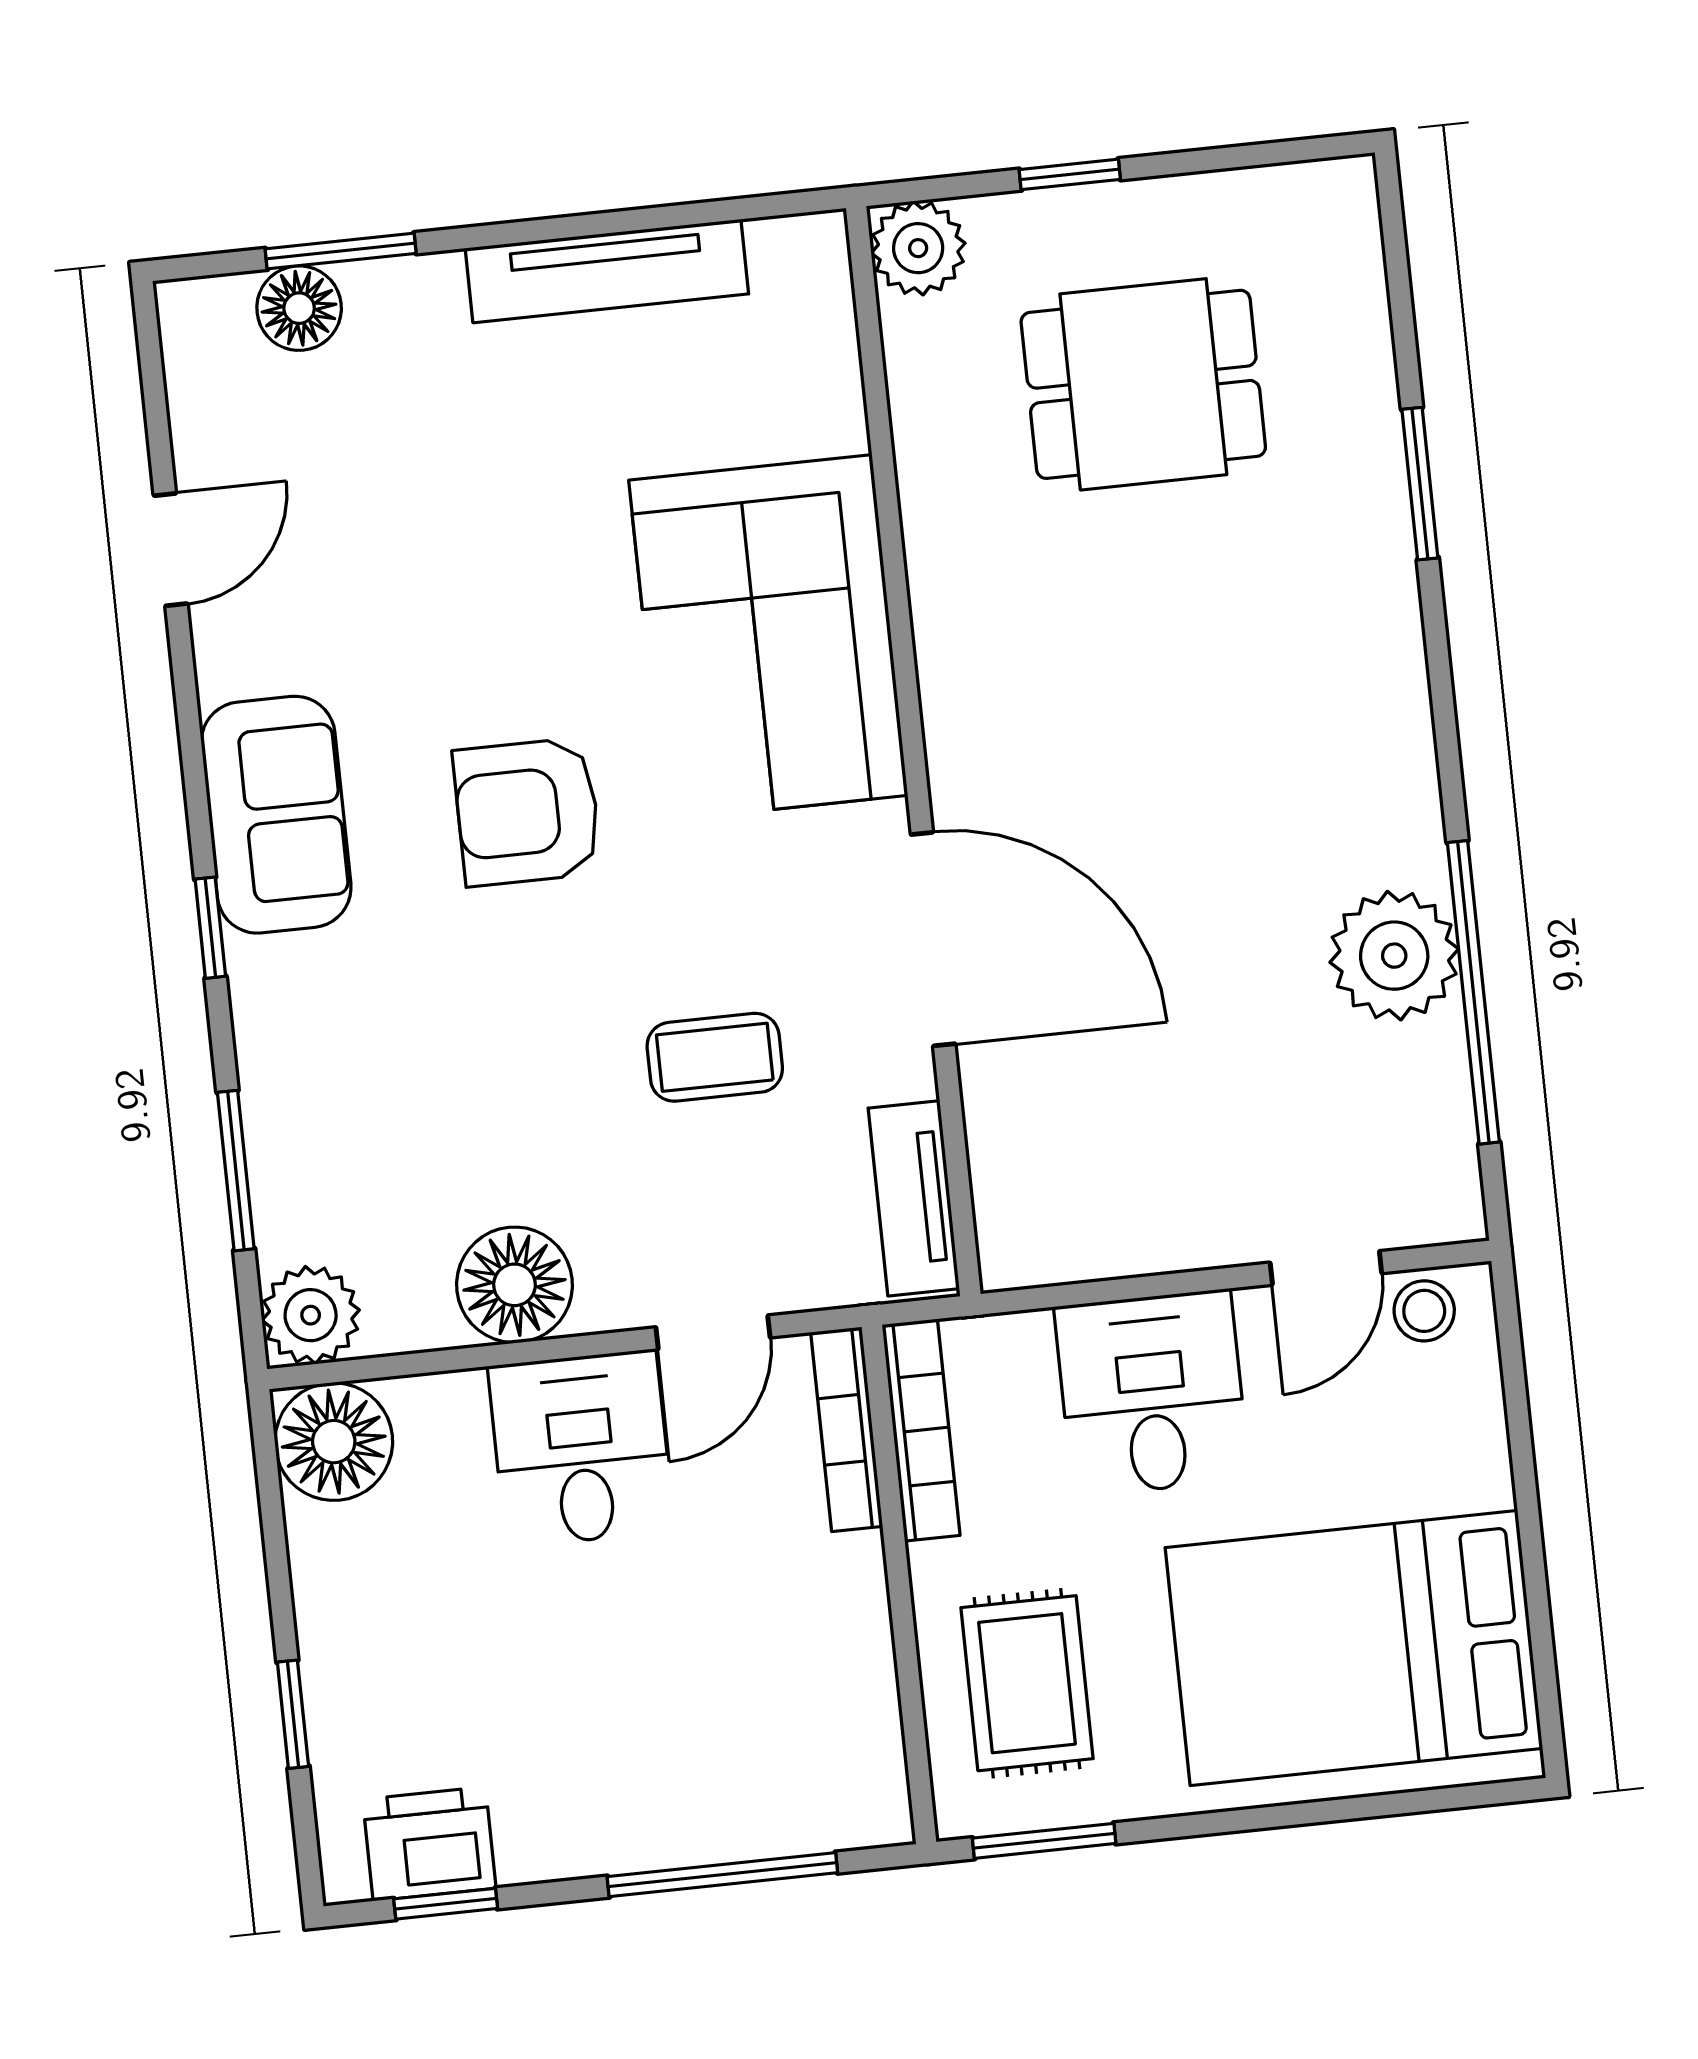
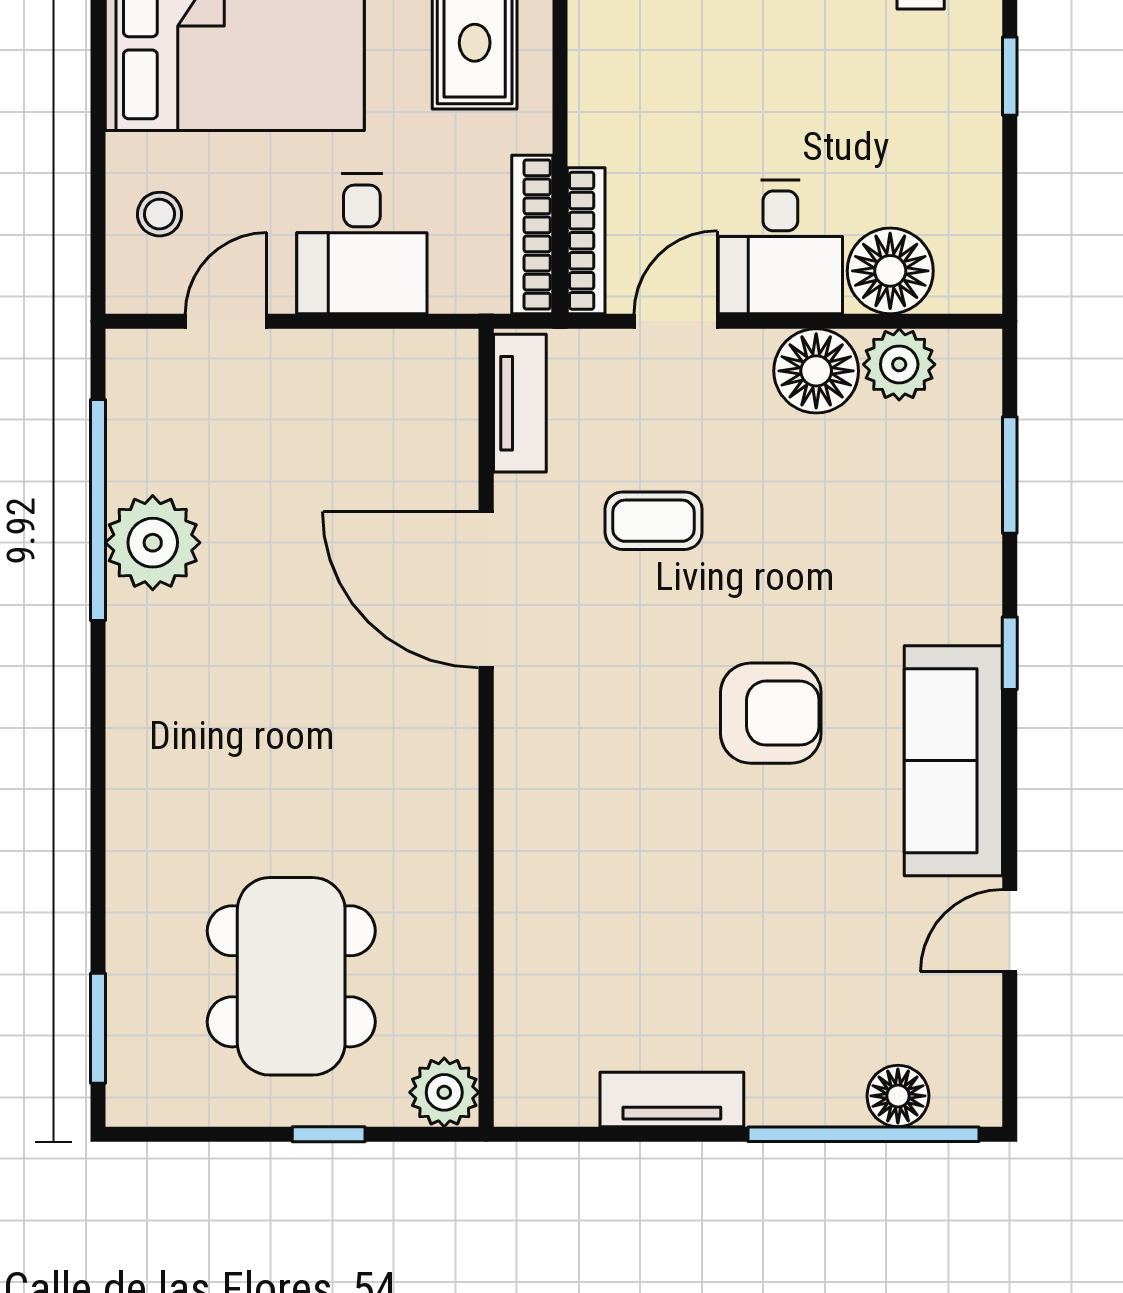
window: (341, 251) -> (864, 1134), width x2.11
tv unit: (607, 271) -> (672, 1099), width x0.71
dining table: (1143, 384) -> (291, 976), width x1.37
window: (1420, 484) -> (98, 1028), moved
corner sofa: (768, 638) -> (583, 821), removed
sofa: (276, 815) -> (953, 761), width x1.36
stool: (1424, 1311) -> (159, 214), moved
plant: (311, 1315) -> (899, 364), moved
floor lamp: (334, 1442) -> (890, 271), moved

